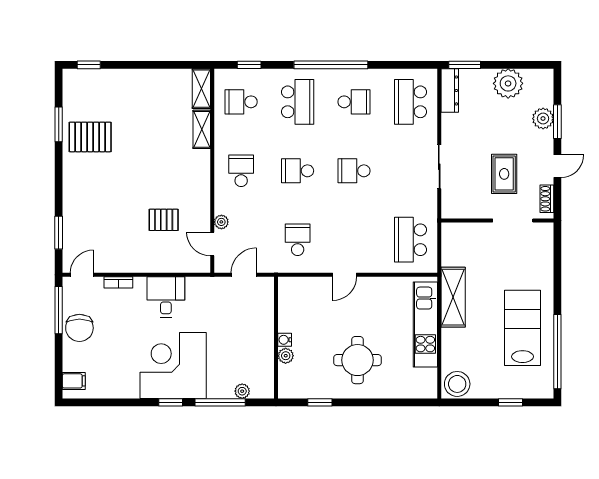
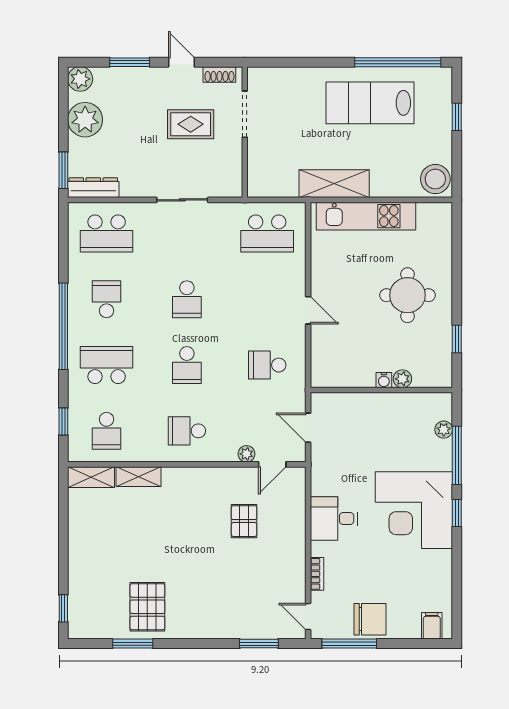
plant: (543, 119) -> (80, 79), moved

